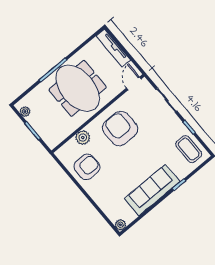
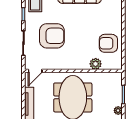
armchair: (120, 129) -> (52, 36), moved, turned -90

